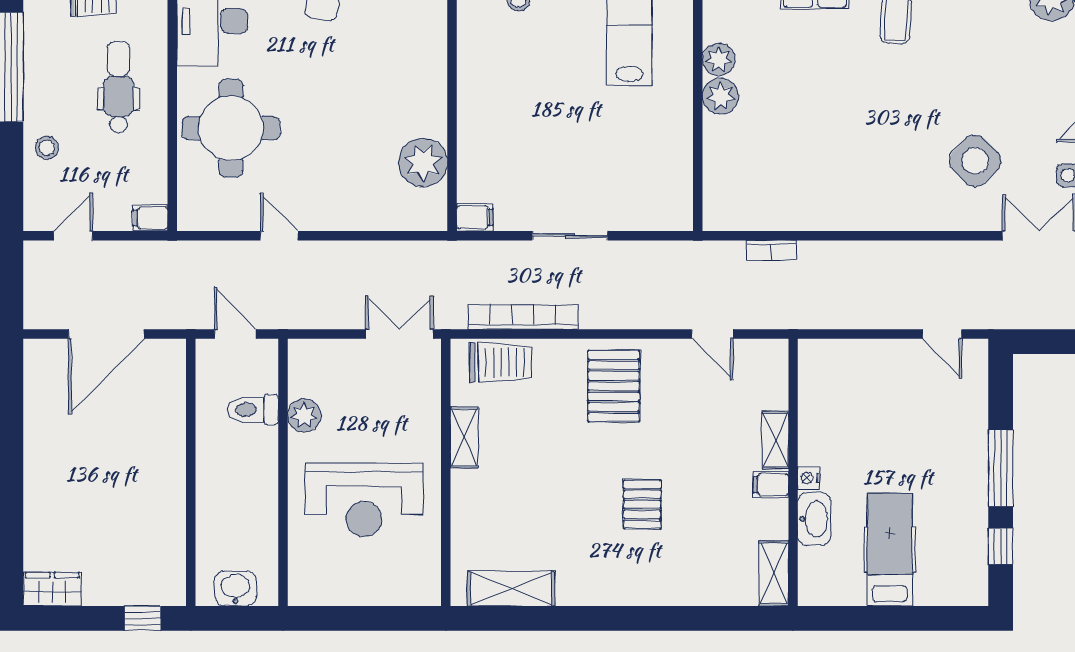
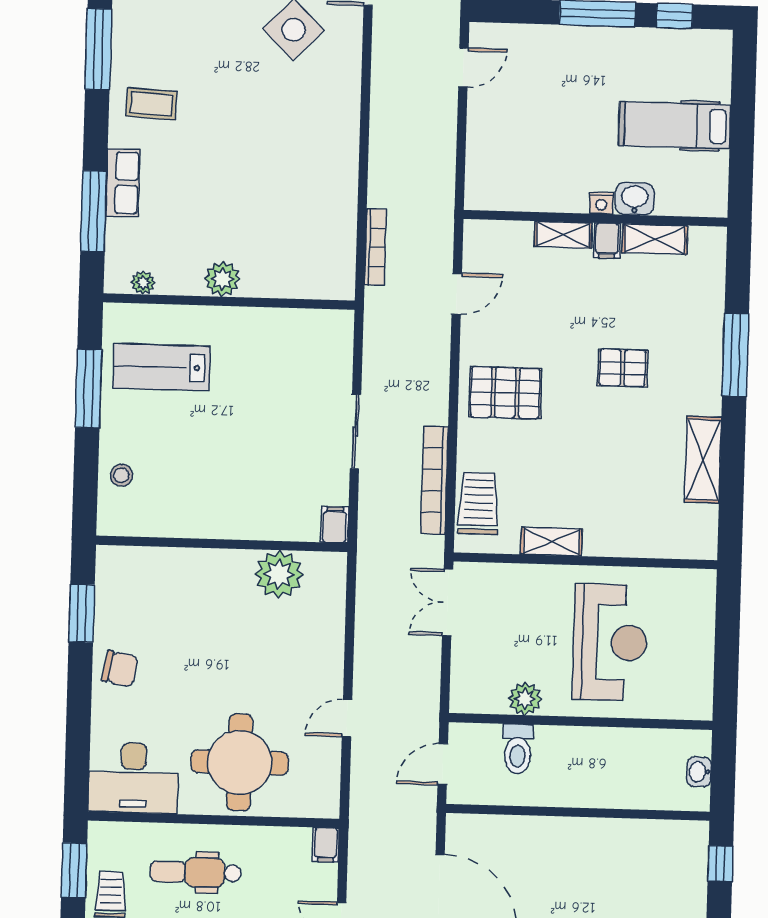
plant: (719, 59) -> (143, 283), moved, width x0.73, depth x0.73
bookcase: (771, 250) -> (375, 247), width x1.56
washbasin: (814, 519) -> (635, 199), width x0.72
shelving: (774, 573) -> (655, 239), moved
washbasin: (235, 588) -> (699, 772), width x0.72, depth x0.69
shelving: (511, 589) -> (703, 460), moved
window: (659, 618) -> (735, 355), added

